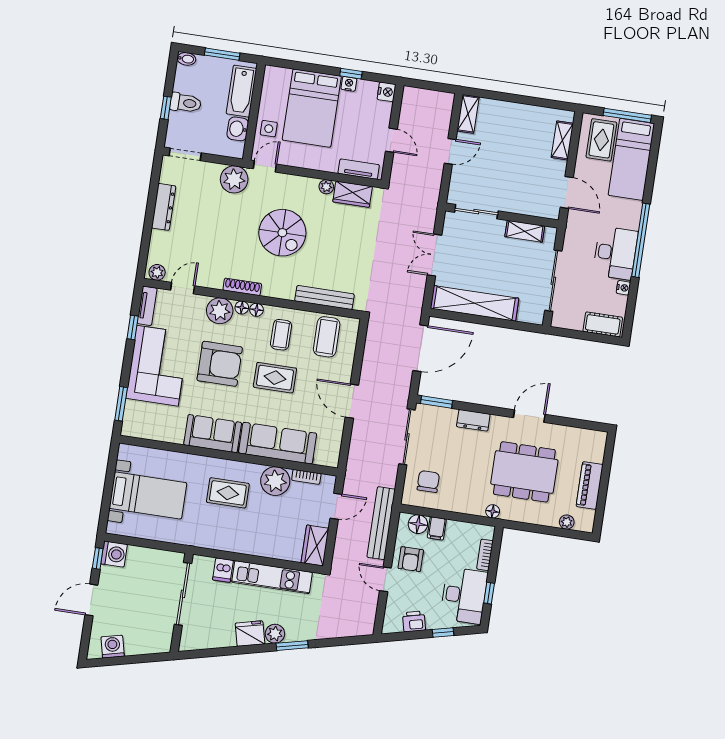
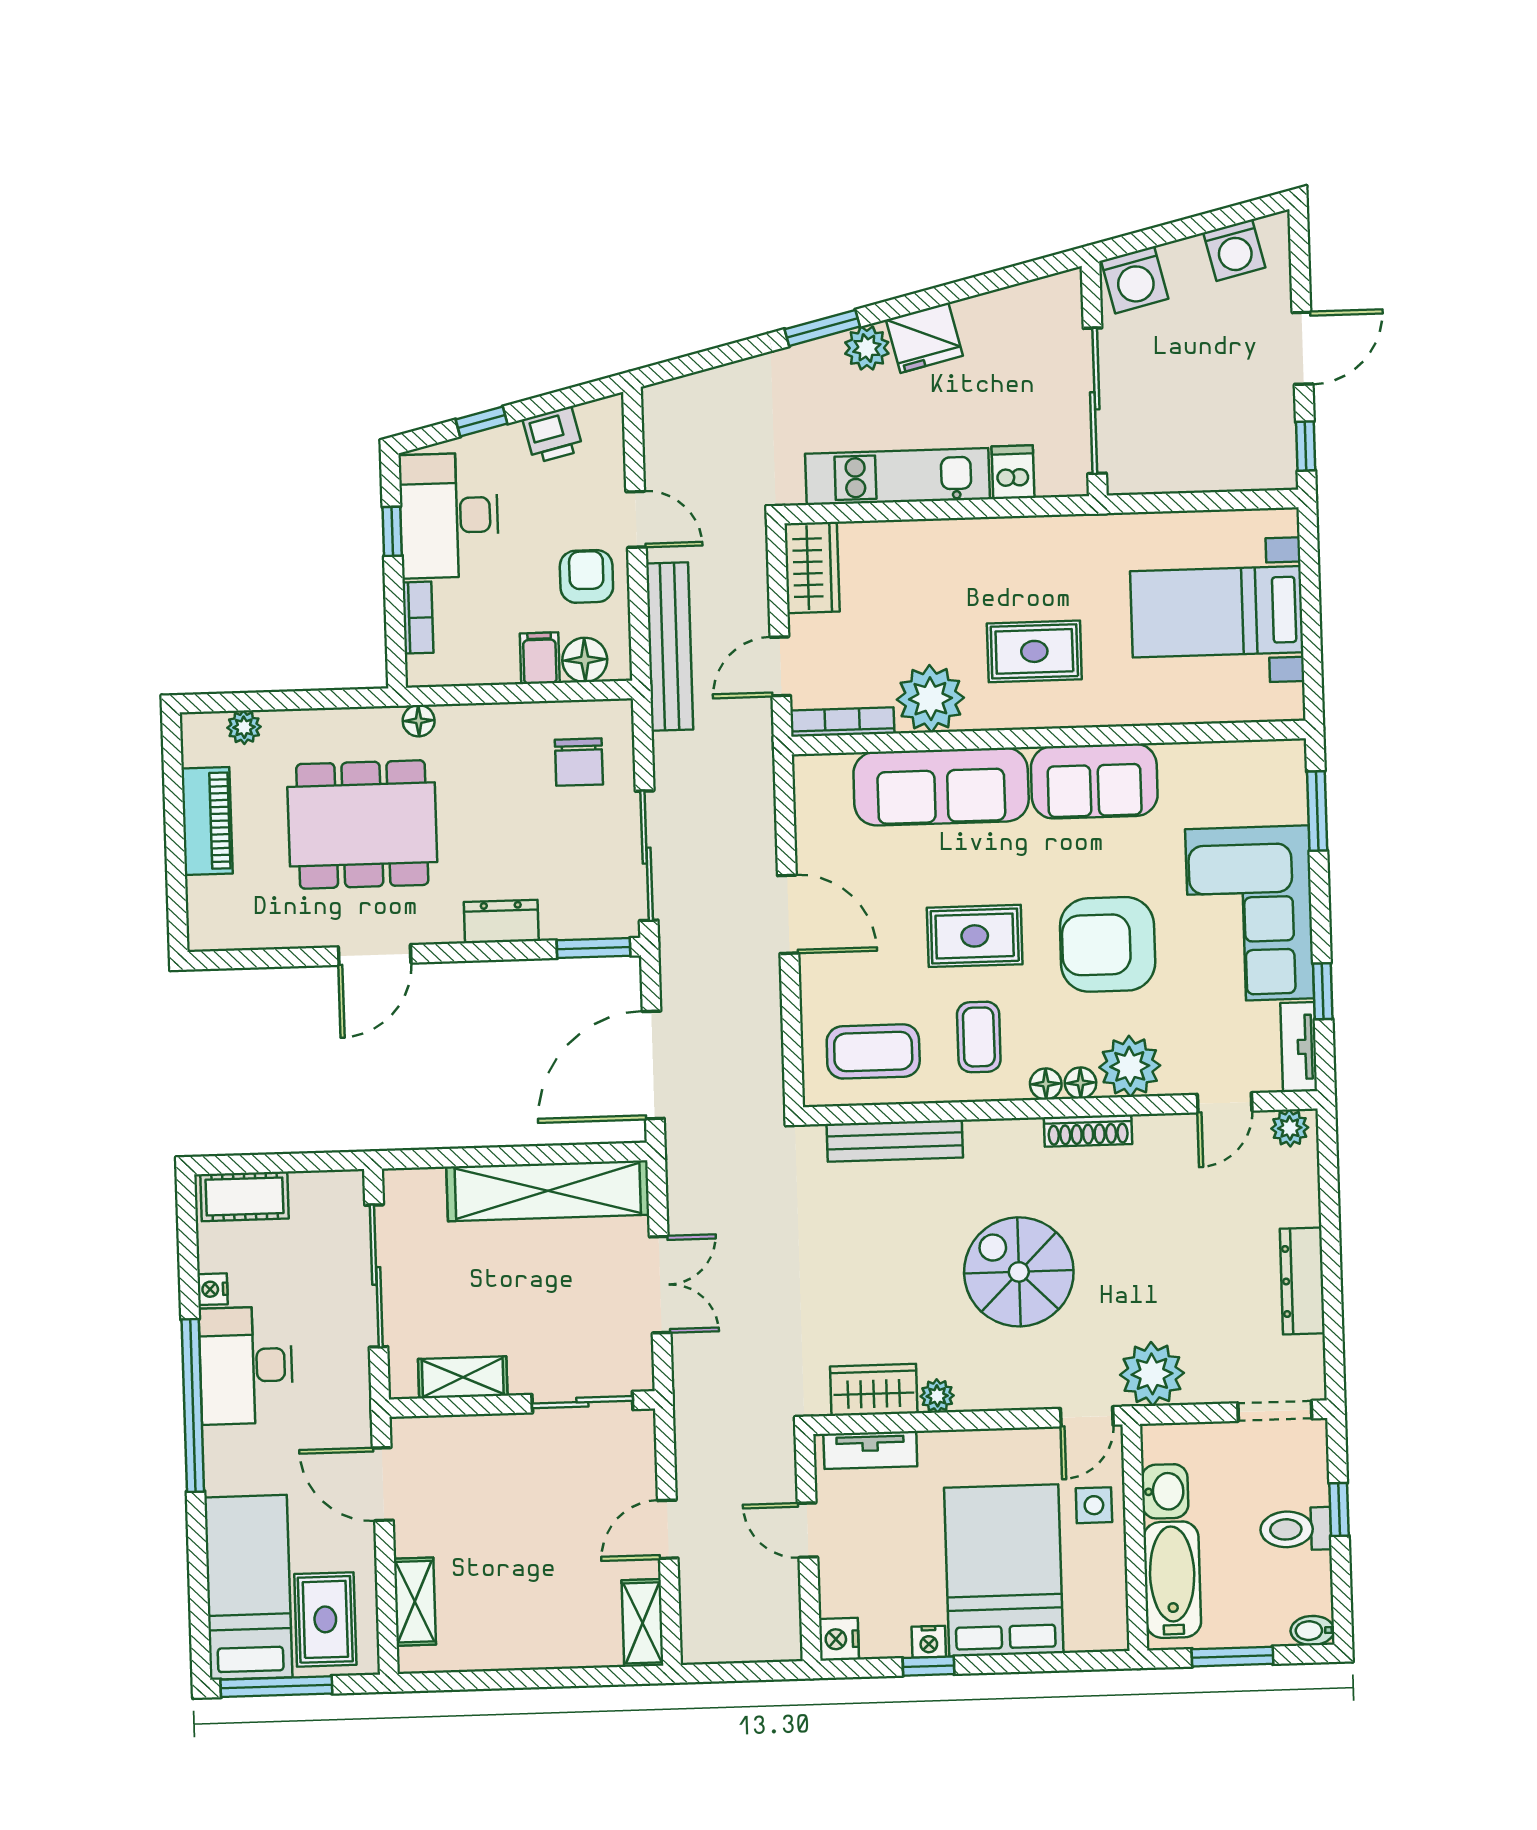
coffee table: (327, 337) -> (873, 1051), turned 90
bookcase: (306, 477) -> (842, 722), width x1.56
washing machine: (114, 554) -> (1135, 280), moved, turned -104

